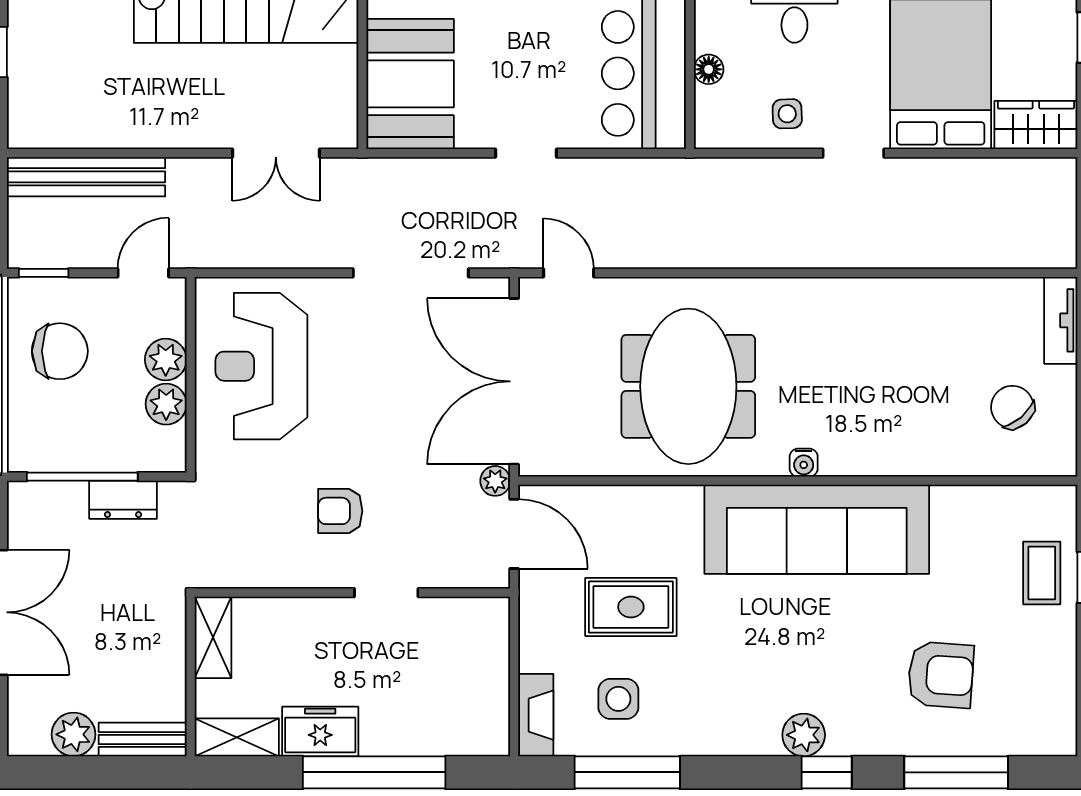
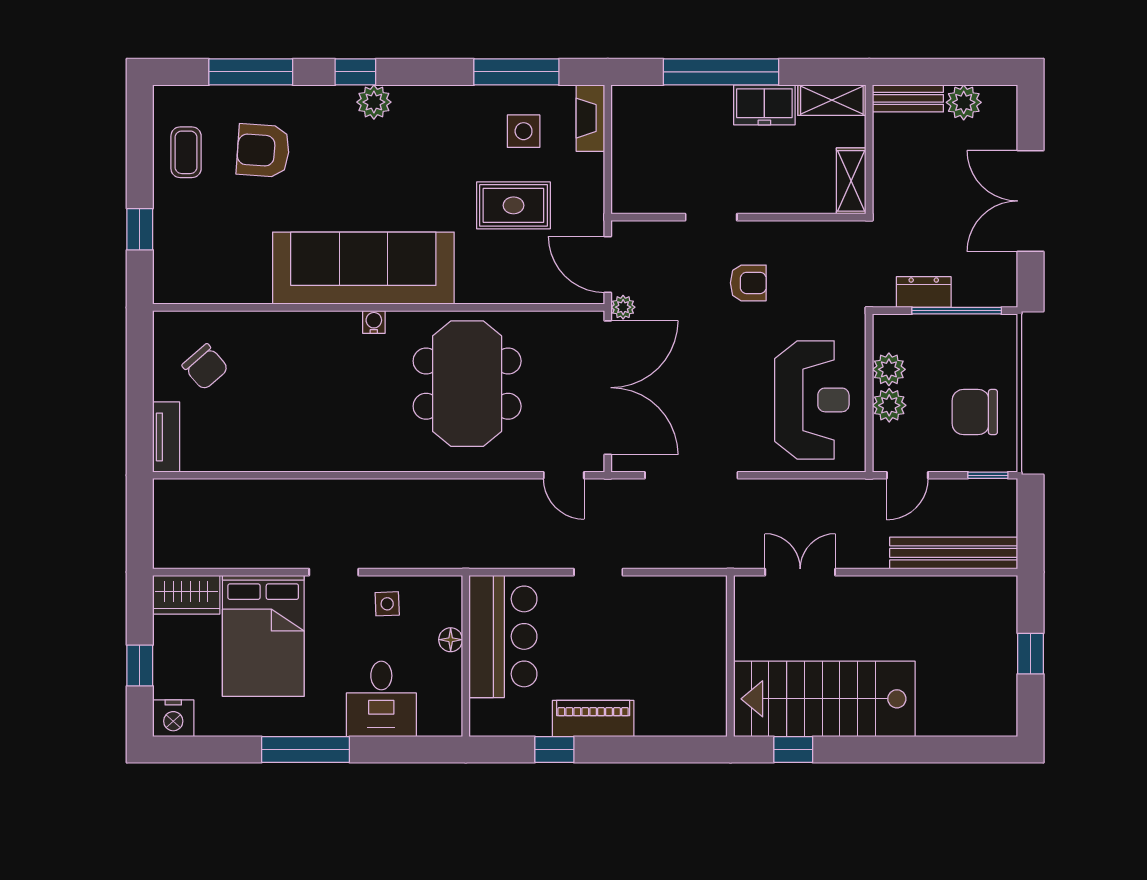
booth: (410, 84) -> (692, 628), removed
coffee table: (1042, 573) -> (186, 152), moved

